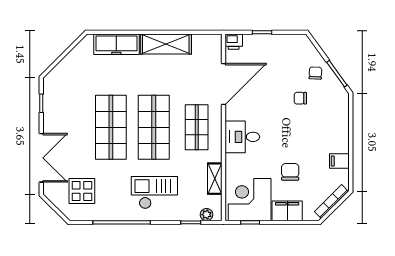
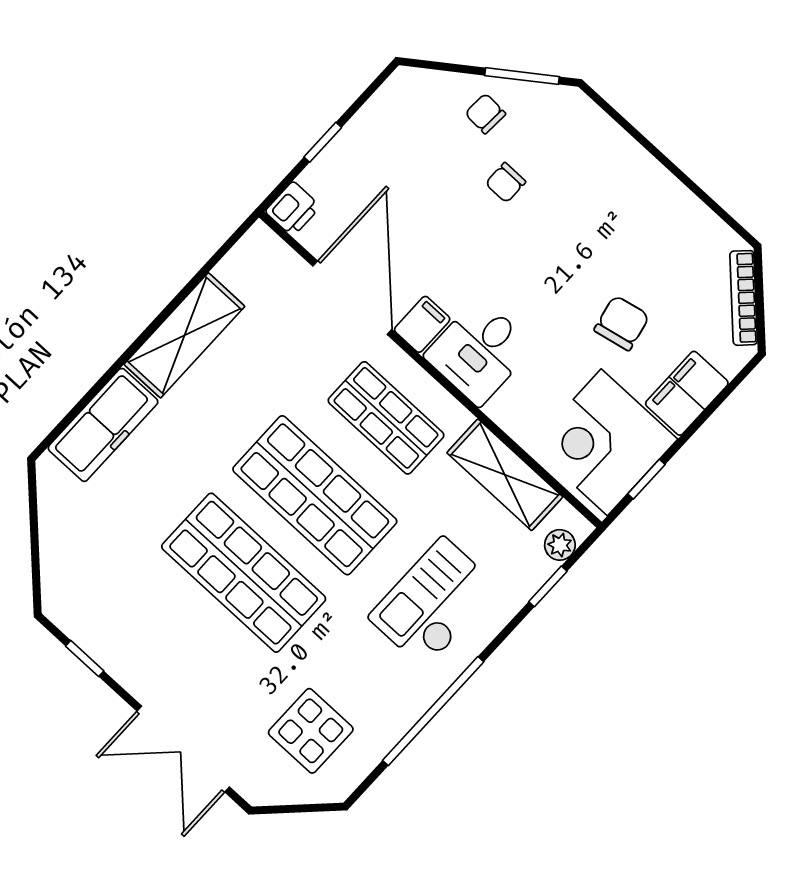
double door: (41, 158) -> (183, 749), swing flipped
filing cabinet: (339, 161) -> (422, 324), moved, turned 180
chair: (290, 172) -> (622, 323), turned 78
shelving: (215, 179) -> (505, 475), width x1.50, depth x1.33

